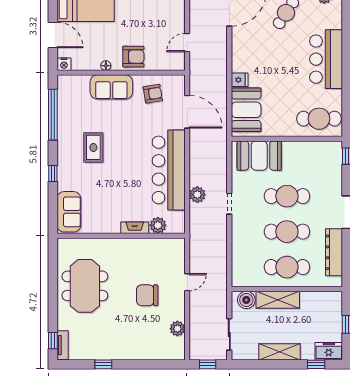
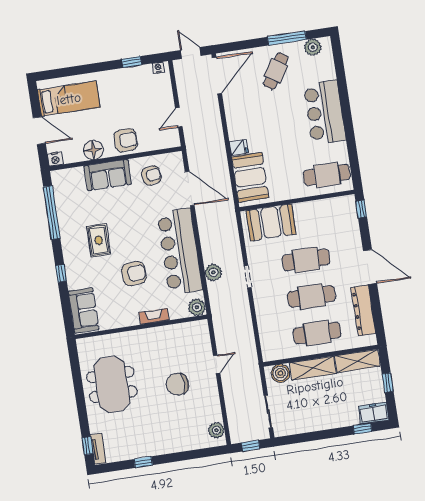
floor lamp: (106, 66) -> (93, 150), width x1.89, depth x1.89
armchair: (122, 184) -> (134, 274), added
plant: (158, 225) -> (197, 307), moved
plant: (177, 329) -> (216, 430), moved
shelving: (279, 352) -> (357, 361), moved

